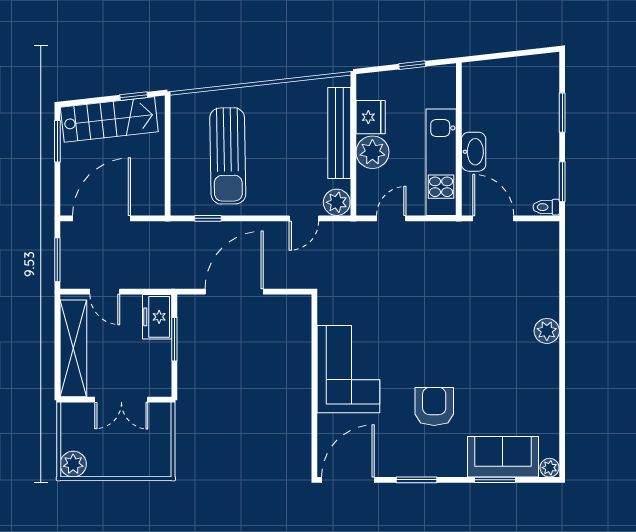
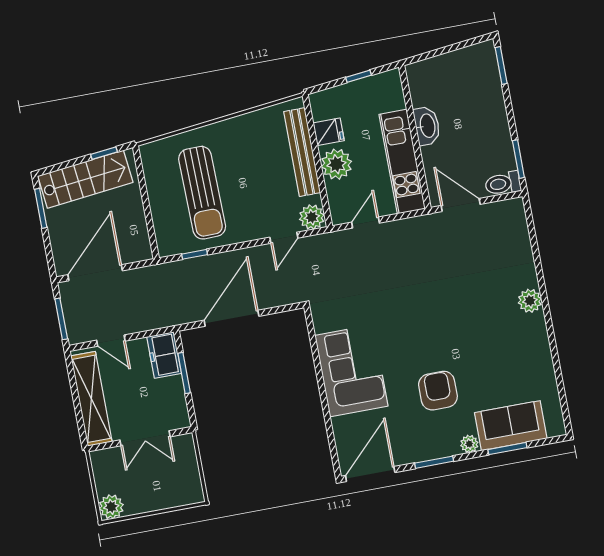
window: (562, 113) -> (501, 65), moved
fridge: (371, 117) -> (329, 132), width x0.72
washbasin: (474, 152) -> (427, 126), moved
toilet: (546, 207) -> (503, 183), width x1.37, depth x1.39
plant: (550, 468) -> (469, 444), moved

